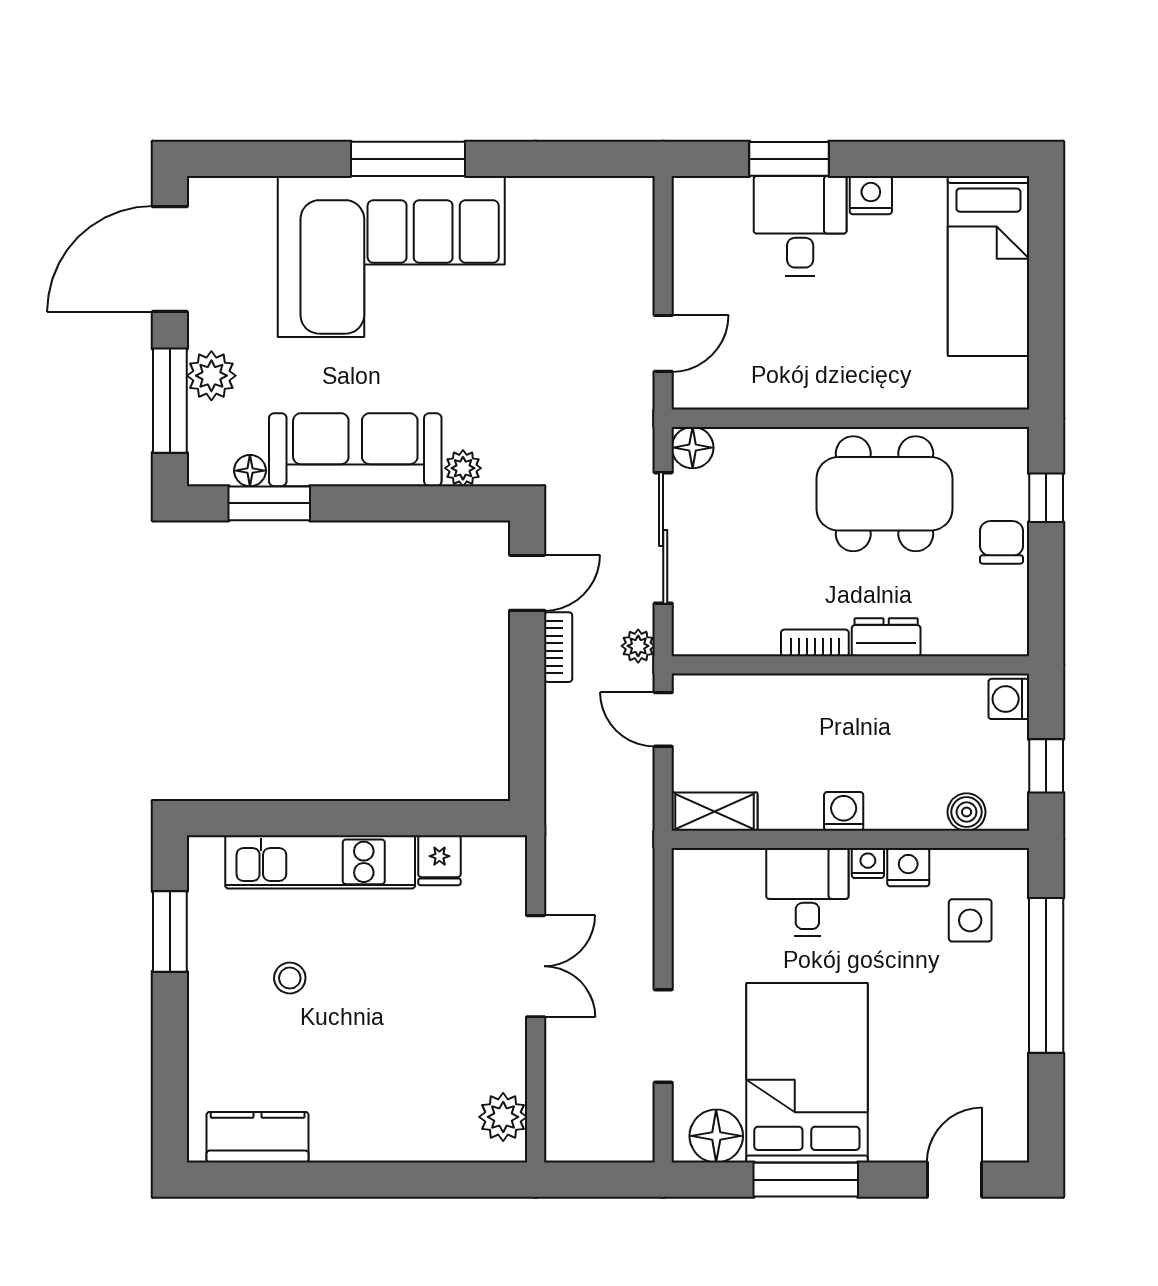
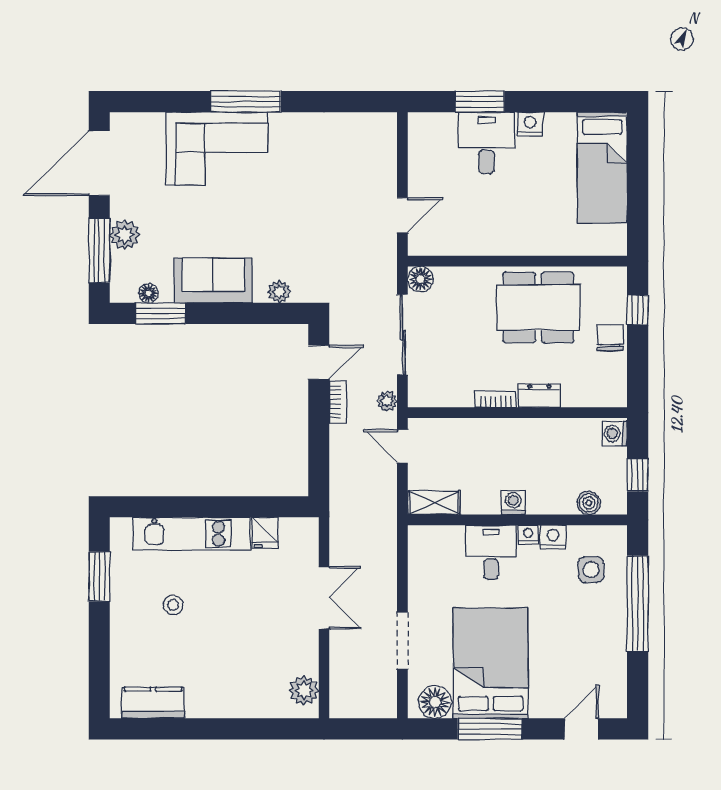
corner sofa: (391, 256) -> (217, 149), width x0.73, depth x0.74
sofa: (355, 450) -> (213, 280), width x0.73

